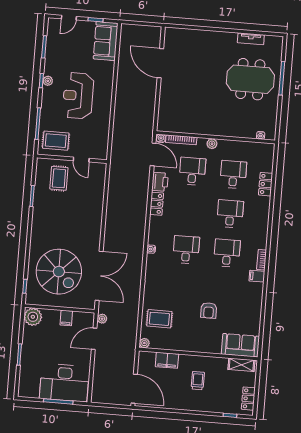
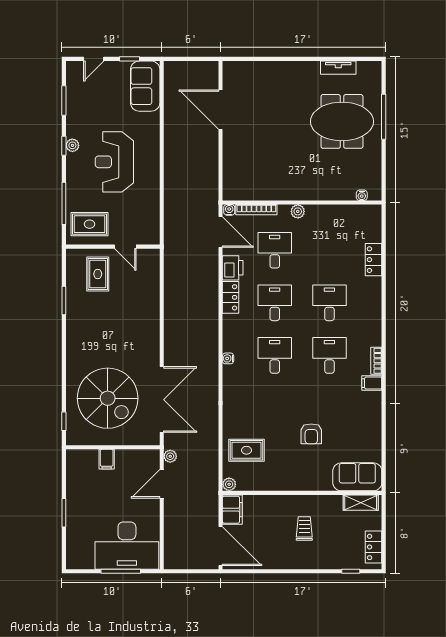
desk: (233, 175) -> (275, 303), moved
plant: (33, 317) -> (78, 461), removed
filing cabinet: (66, 318) -> (107, 459), moved
filing cabinet: (167, 360) -> (232, 510), moved, turned -90

